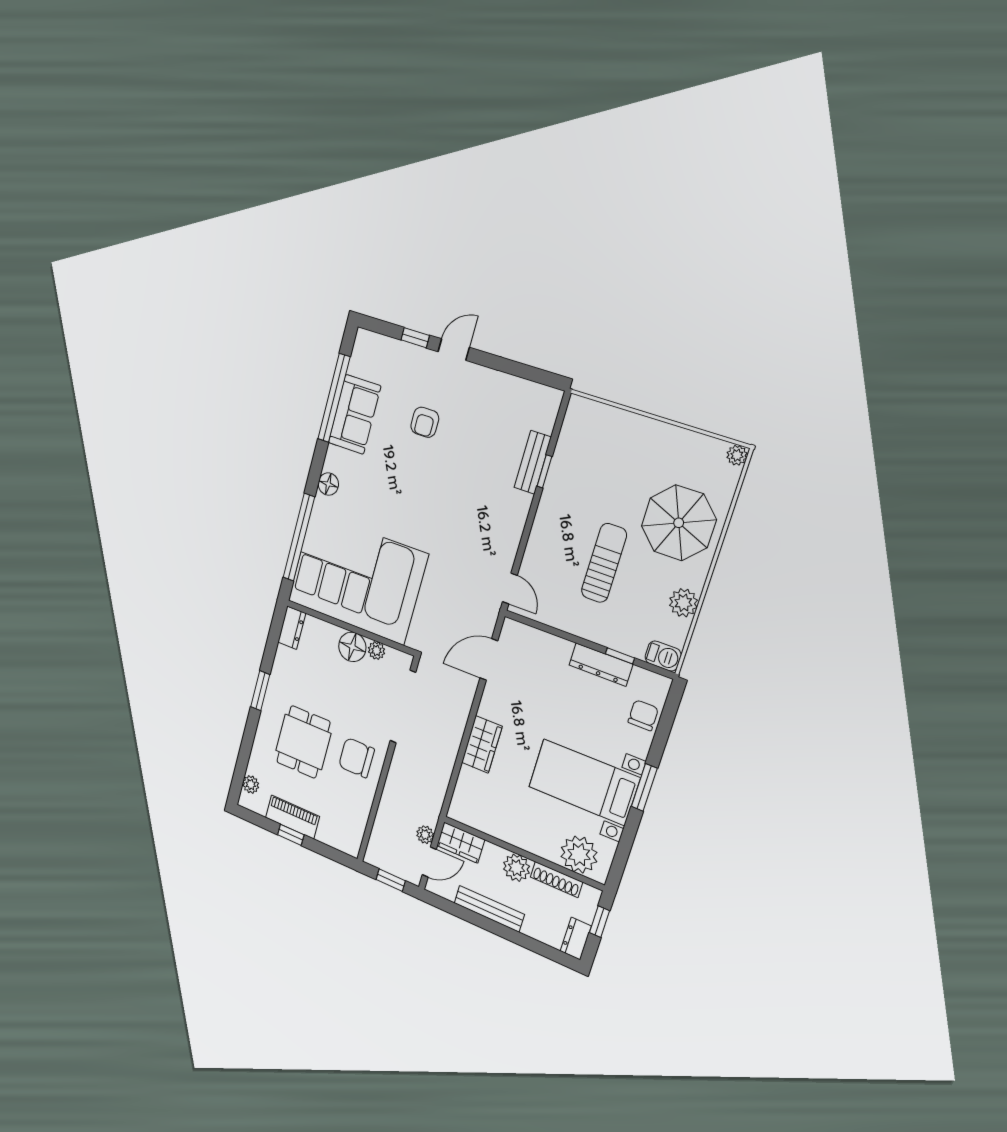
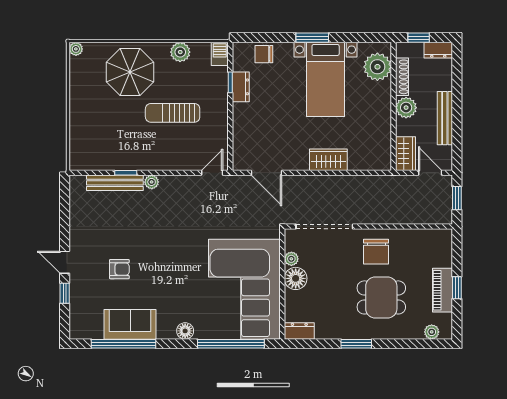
bench: (533, 462) -> (115, 183), width x1.36
dresser: (601, 665) -> (241, 87), width x0.70
plant: (425, 835) -> (152, 182), moved

